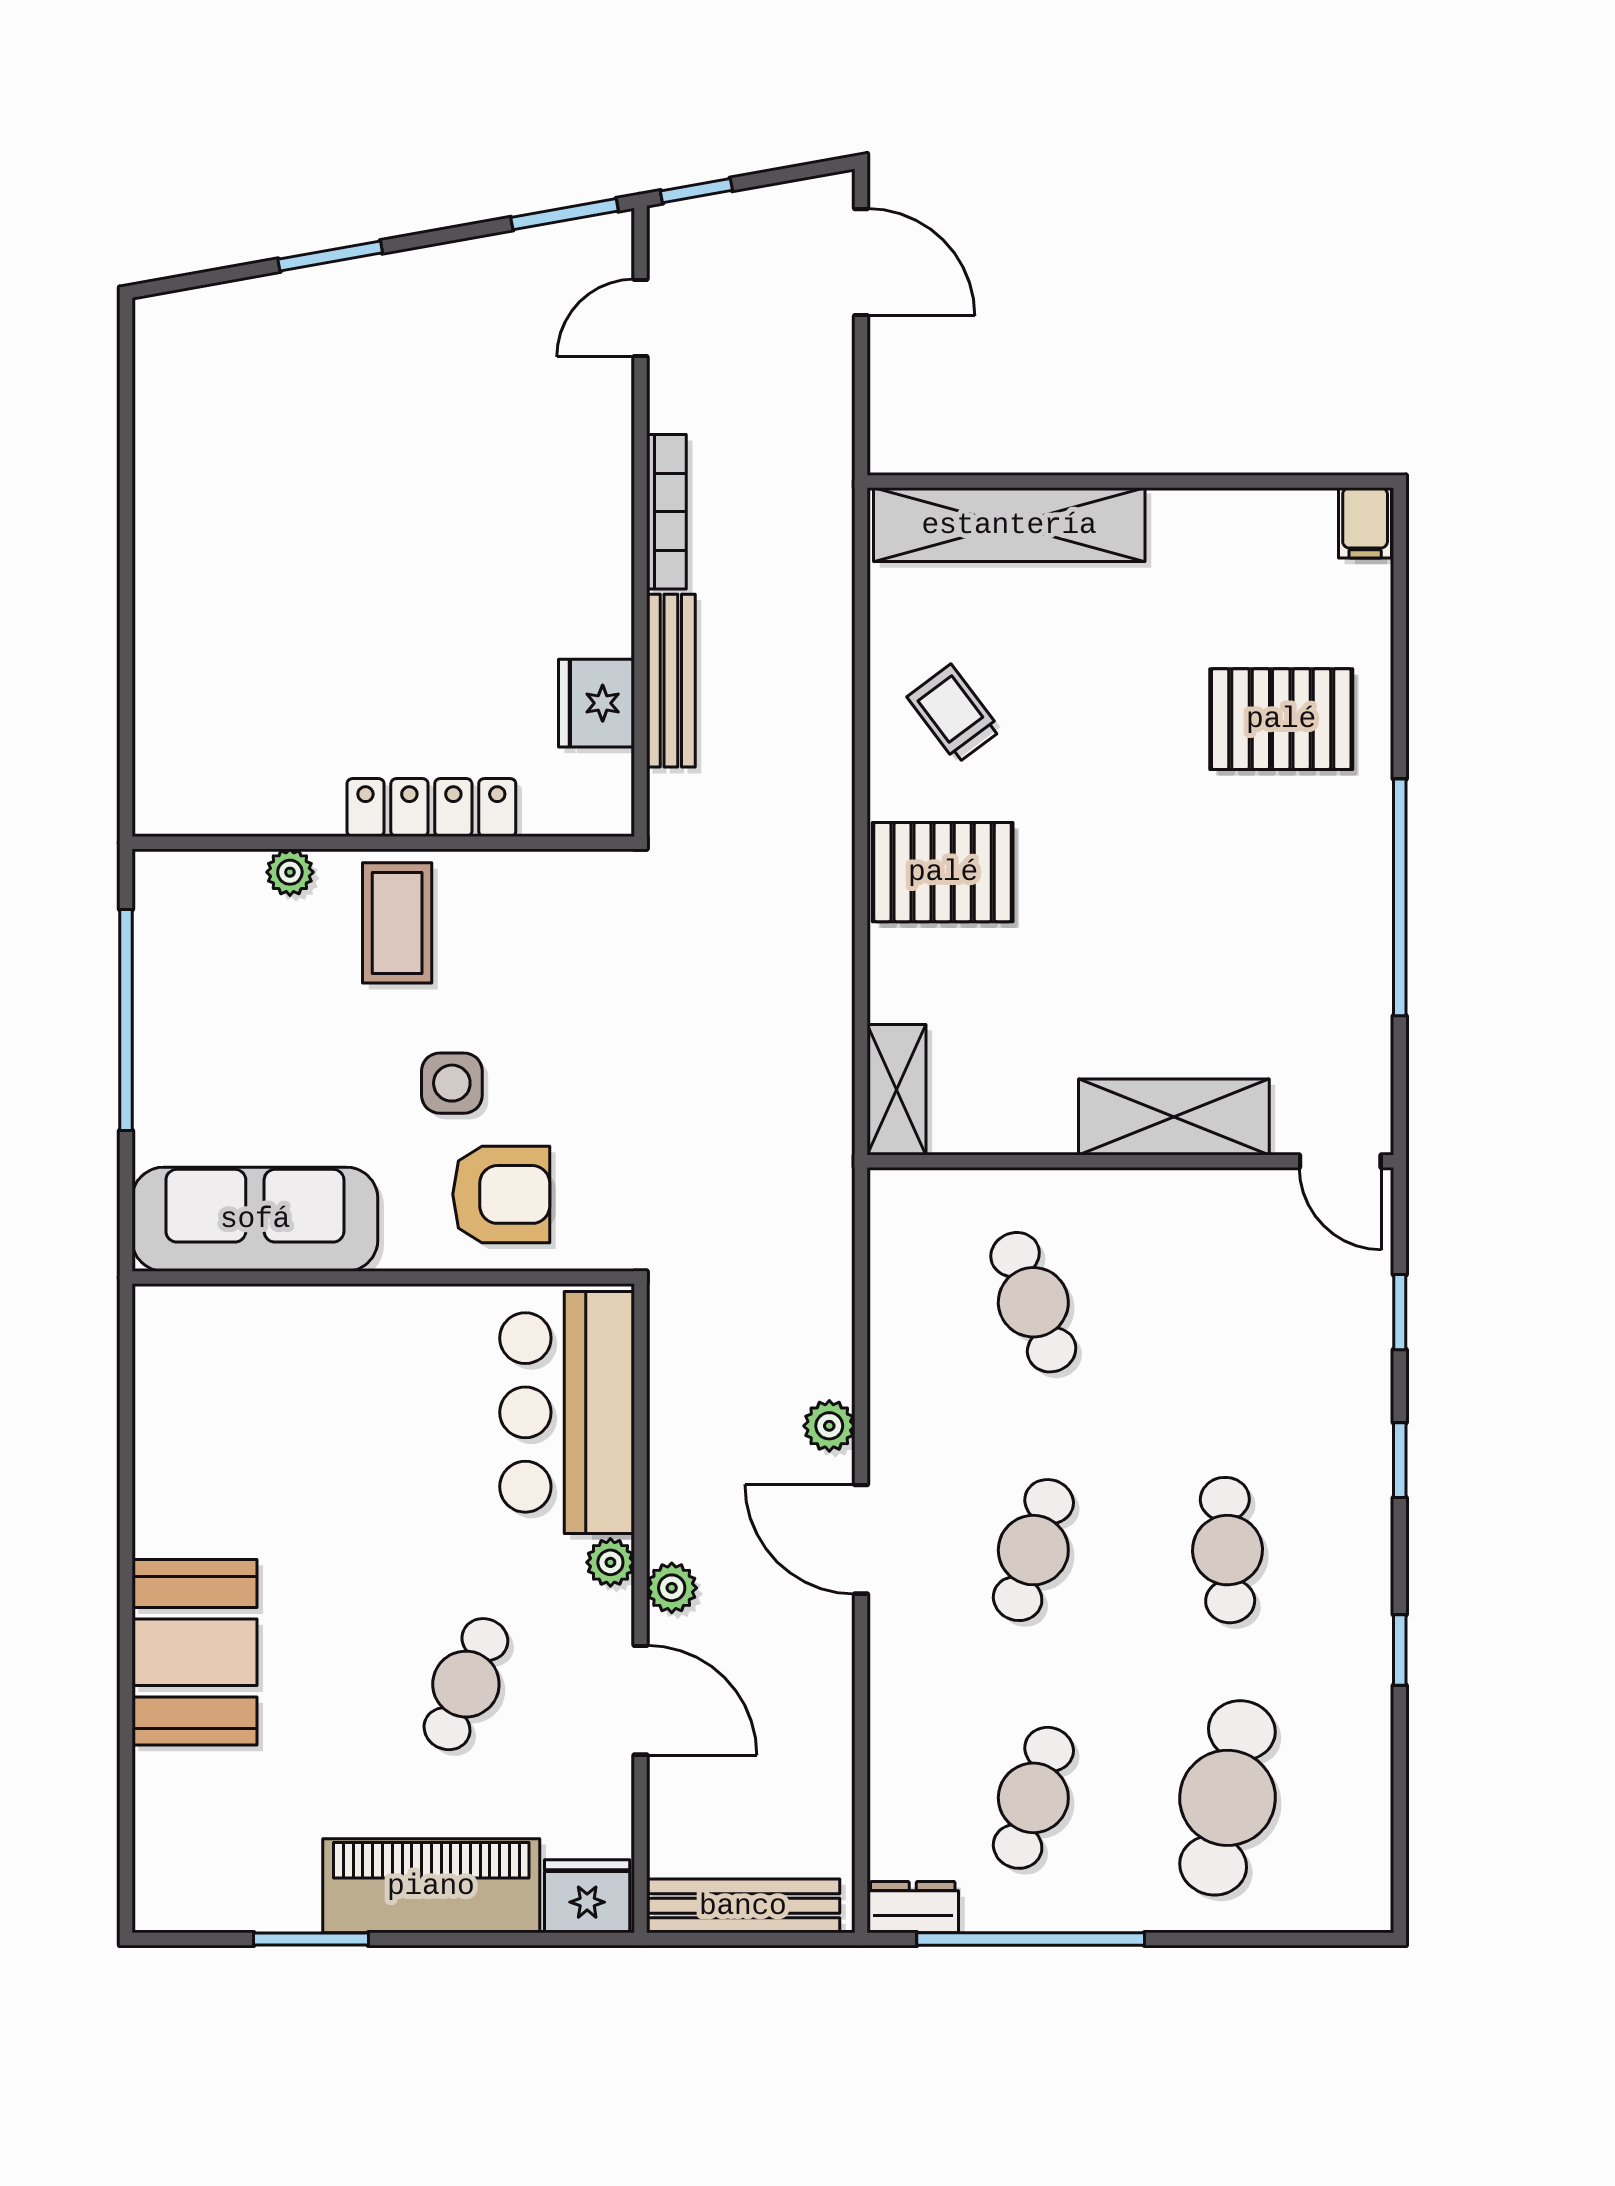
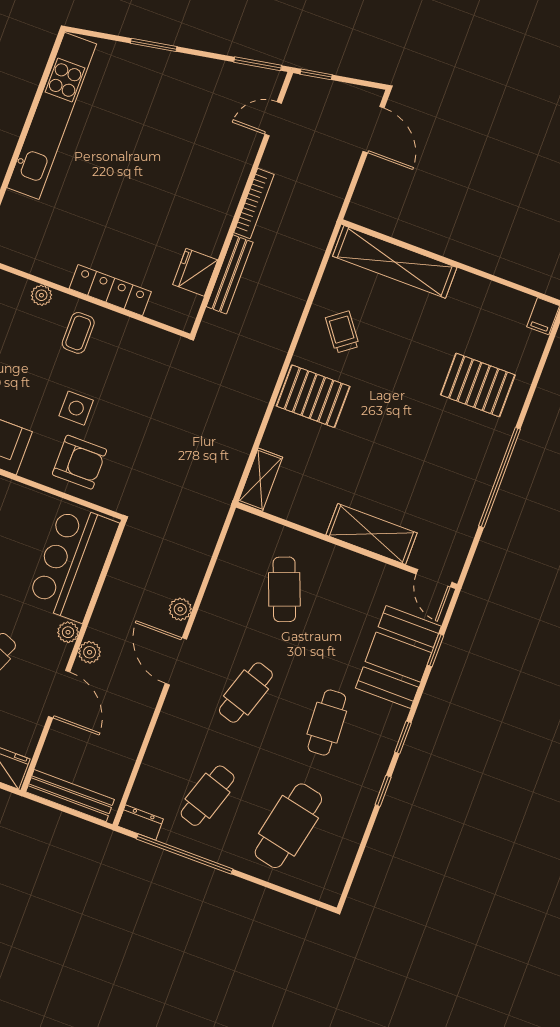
kitchen unit: (171, 486) -> (52, 116), added
coffee table: (397, 923) -> (78, 333), width x0.73, depth x0.77
booth: (1327, 1356) -> (398, 657), added
window: (1400, 1460) -> (403, 737), moved

